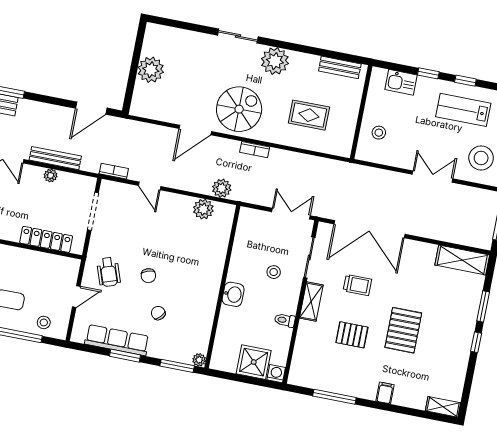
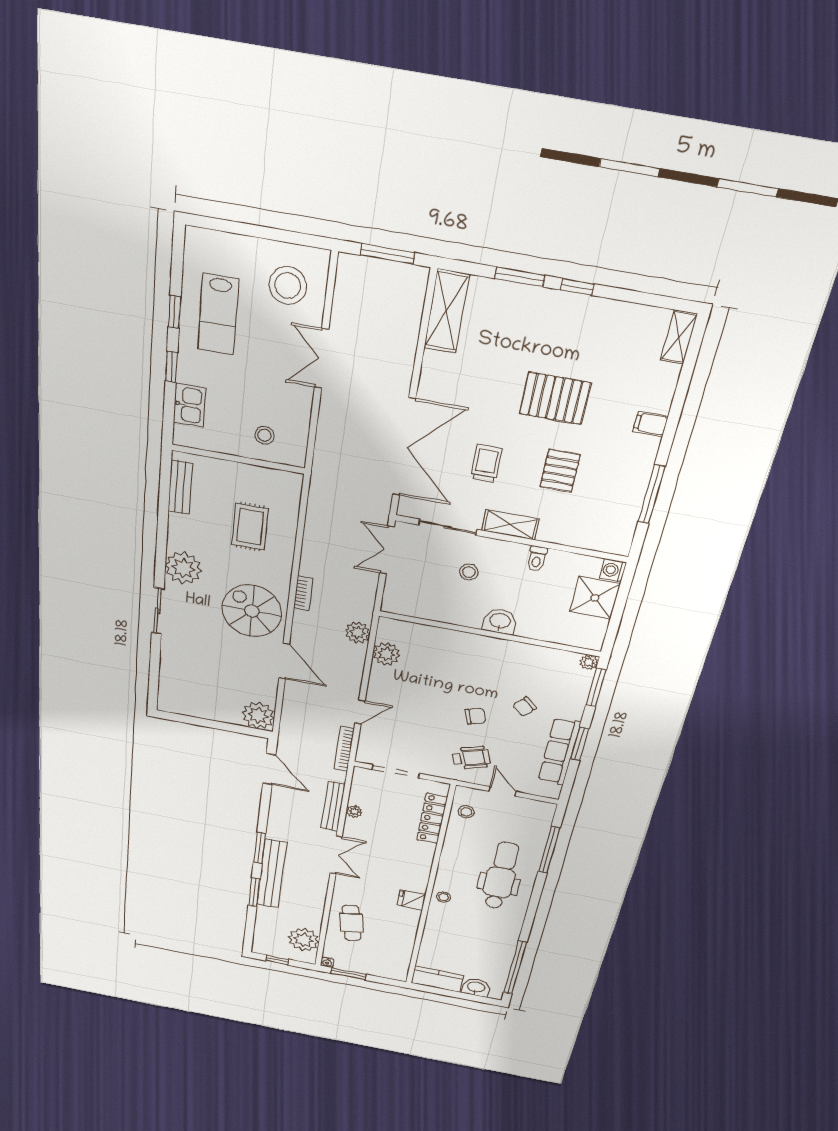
plant: (151, 70) -> (258, 715), moved
bookcase: (114, 171) -> (344, 749), width x1.56
stool: (44, 322) -> (466, 812), moved

